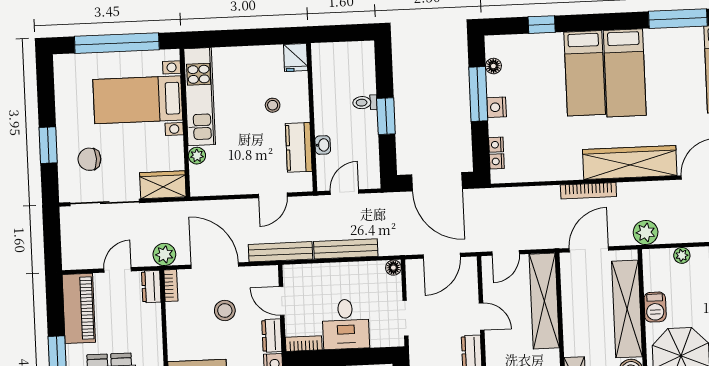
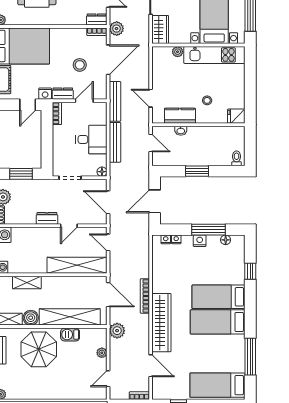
toilet: (365, 102) -> (237, 158), moved
door: (437, 182) -> (155, 201), width x0.73
desk: (346, 324) -> (91, 139), moved, turned 180

